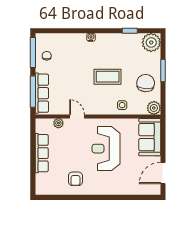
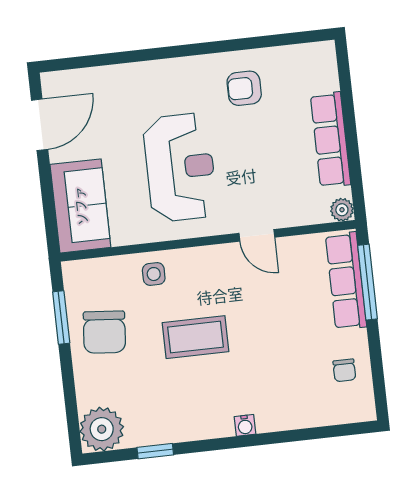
window: (33, 52) -> (378, 374), removed
window: (163, 71) -> (61, 318), moved
plant: (154, 108) -> (78, 276), removed
plant: (58, 123) -> (342, 210), moved
armchair: (75, 179) -> (244, 88), turned -90

